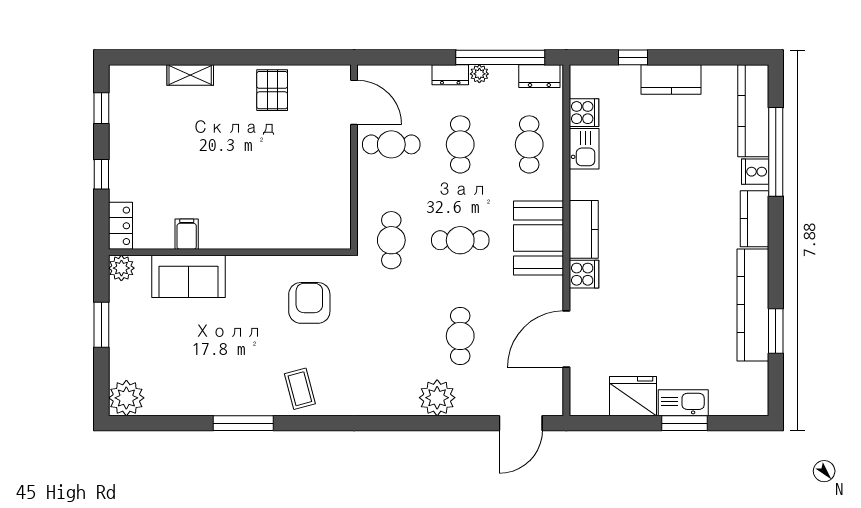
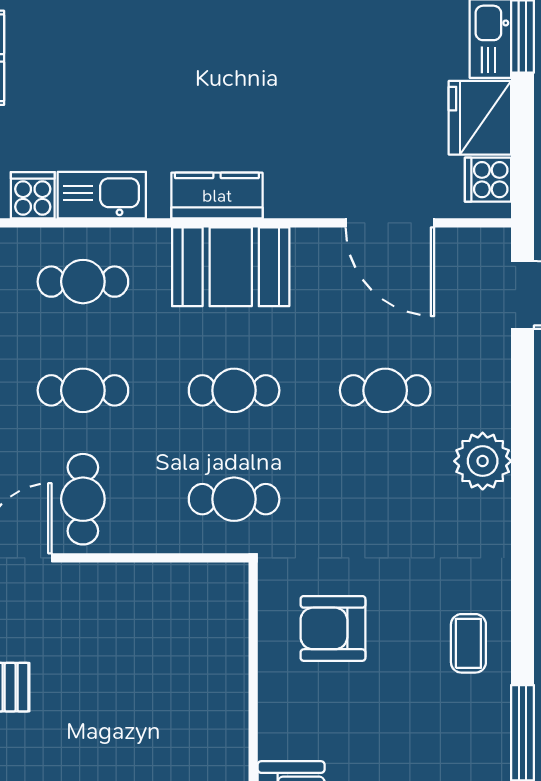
kitchen sink: (584, 149) -> (102, 195), width x1.38
cafe table: (460, 240) -> (234, 390), turned 90
cooker: (584, 274) -> (488, 180), moved, turned -90
coffee table: (300, 389) -> (468, 643), turned -75
plant: (437, 398) -> (483, 461), moved

